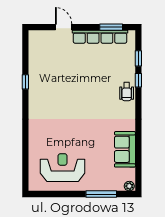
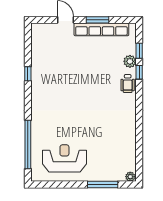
window: (111, 27) -> (98, 20), moved
plant: (129, 69) -> (130, 61), added
sofa: (125, 149) -> (126, 140), removed
window: (25, 154) -> (28, 145), added

